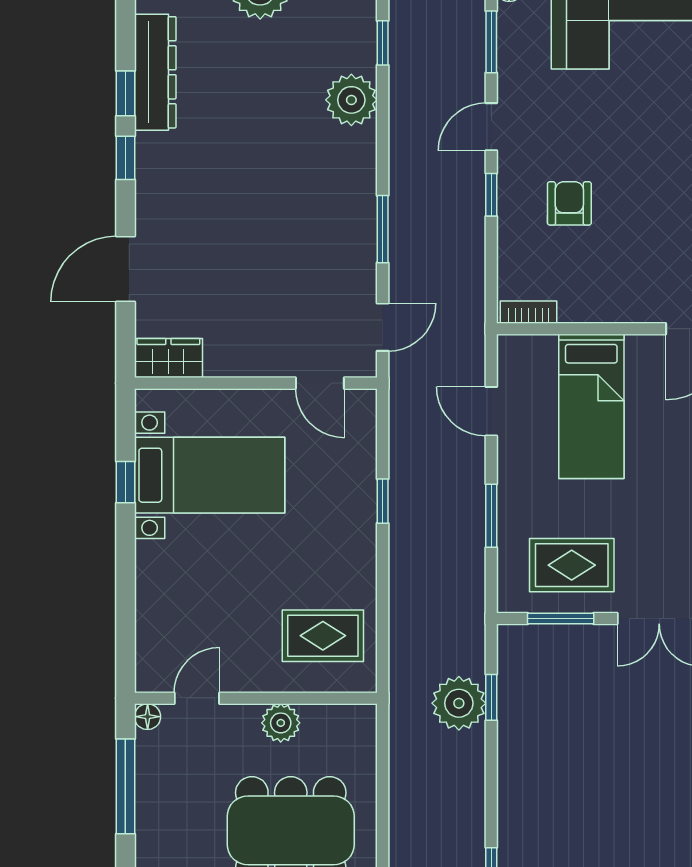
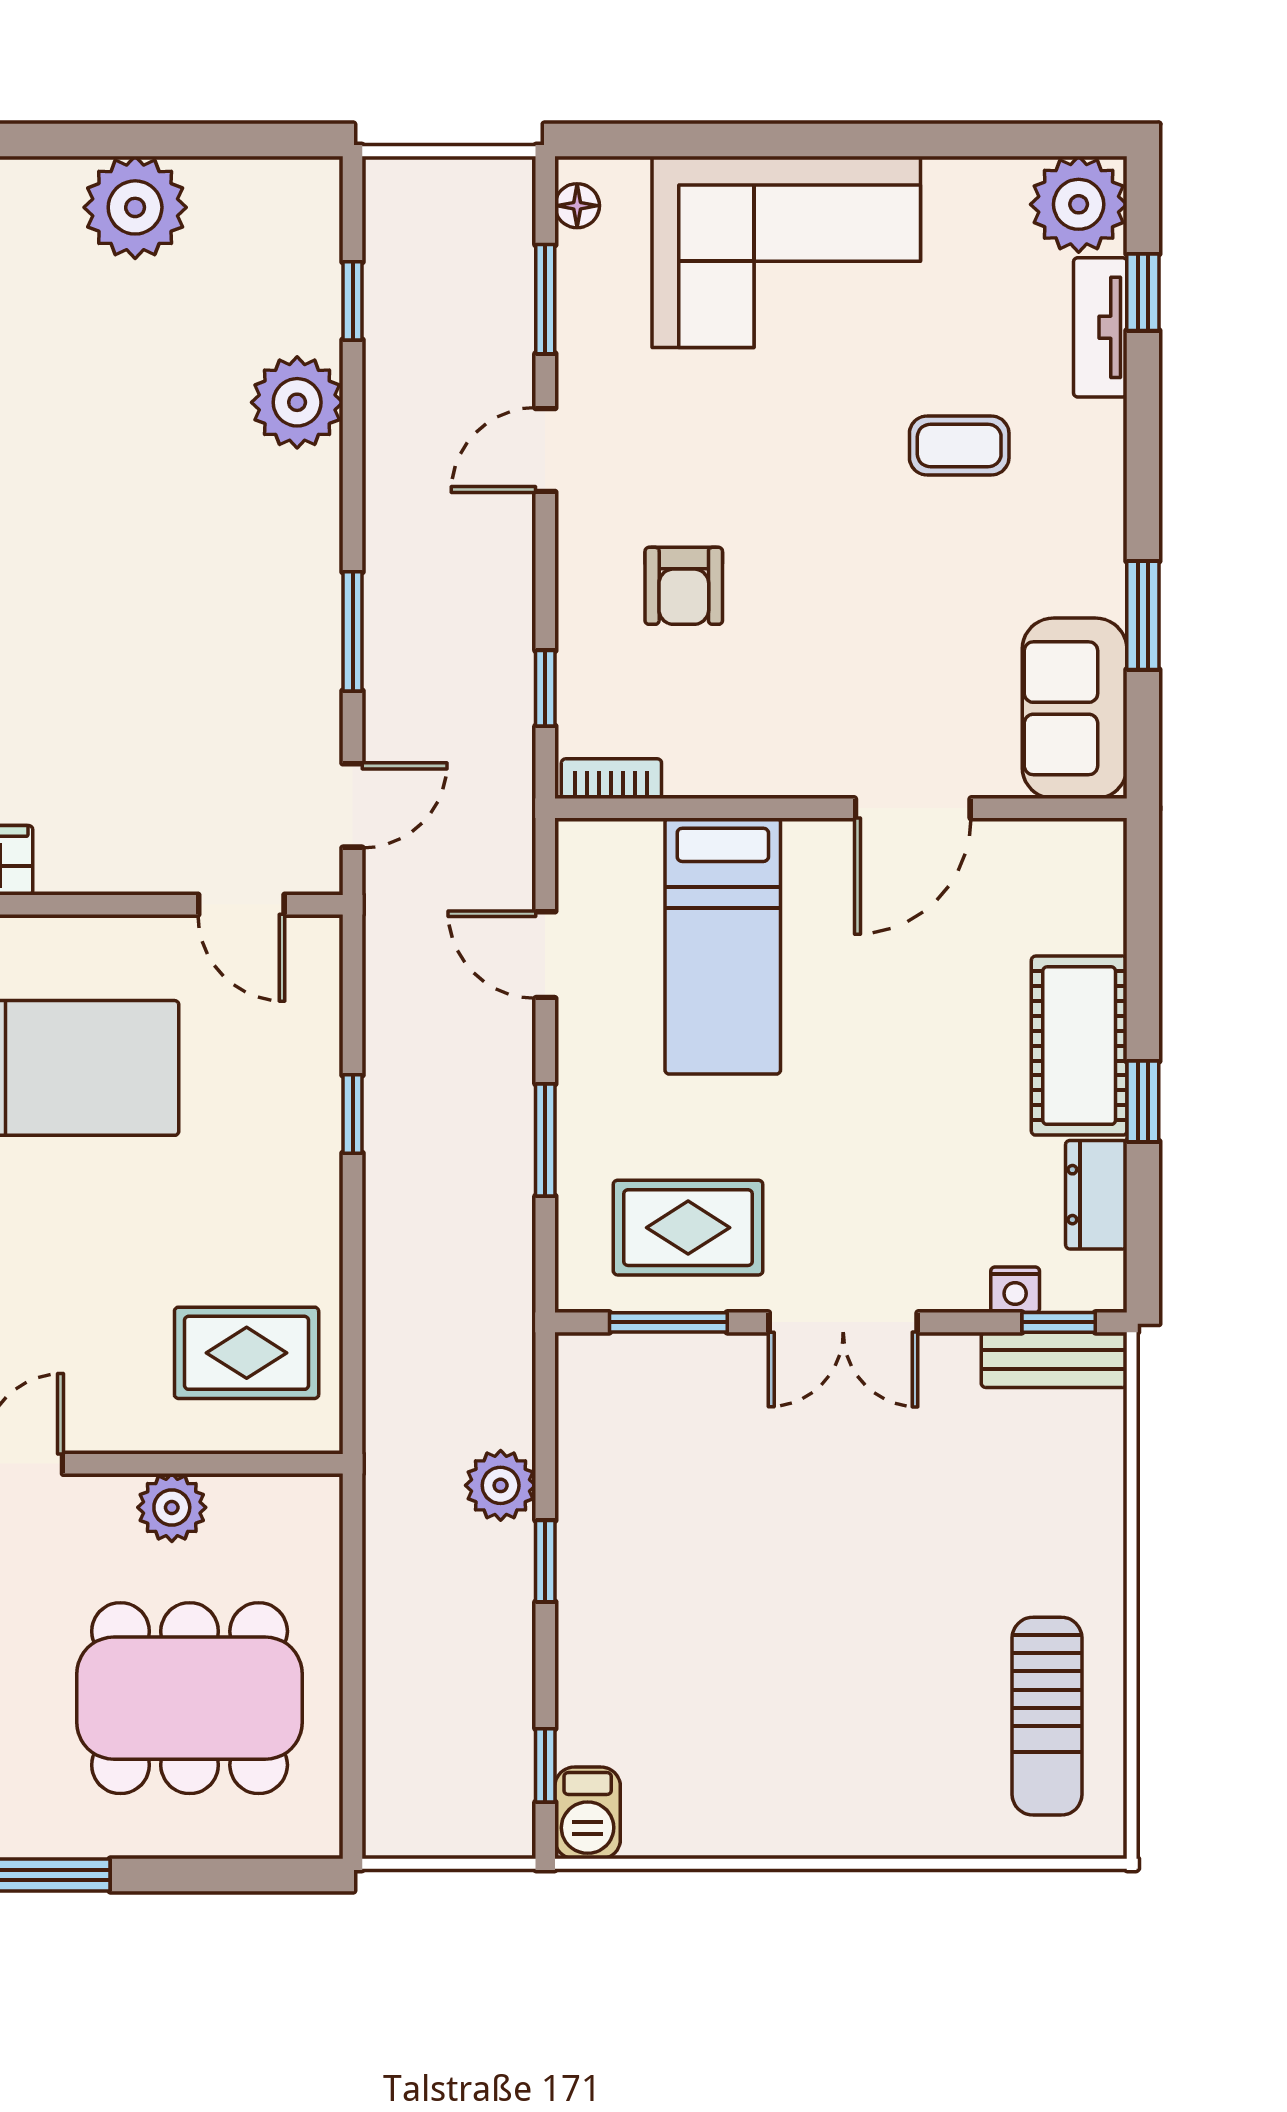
window: (491, 195) -> (545, 688), moved
armchair: (569, 203) -> (684, 586), turned 180
window: (491, 697) -> (545, 1561), moved
plant: (459, 703) -> (501, 1485), width x0.73, depth x0.73

